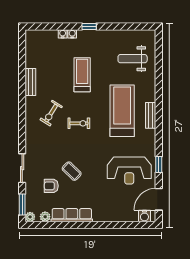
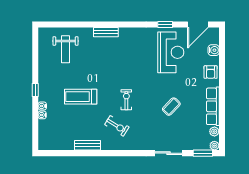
treadmill: (122, 111) -> (114, 59), removed
bench: (151, 115) -> (106, 32), moved
armchair: (51, 186) -> (211, 72), moved
door: (159, 199) -> (198, 25), hinge flipped
water cooler: (144, 216) -> (214, 50), moved

